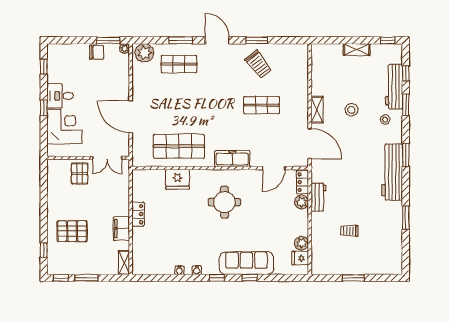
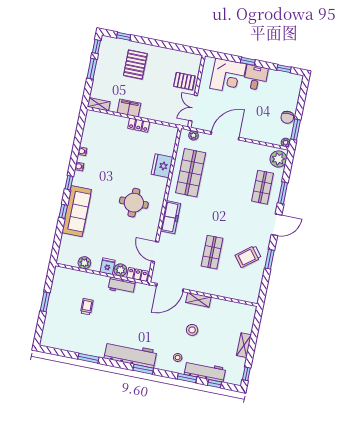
plant: (137, 151) -> (193, 135), added
fridge: (300, 258) -> (108, 266), moved

